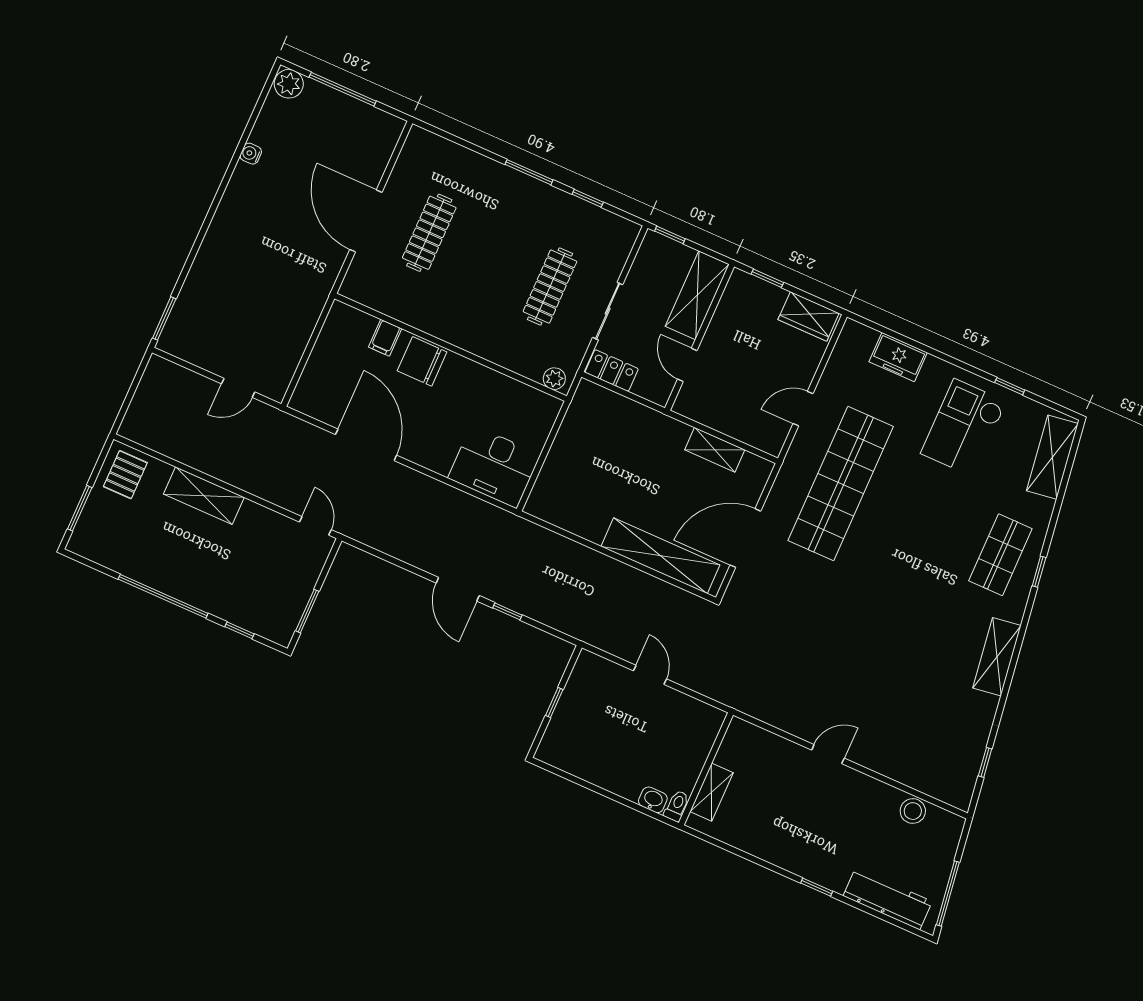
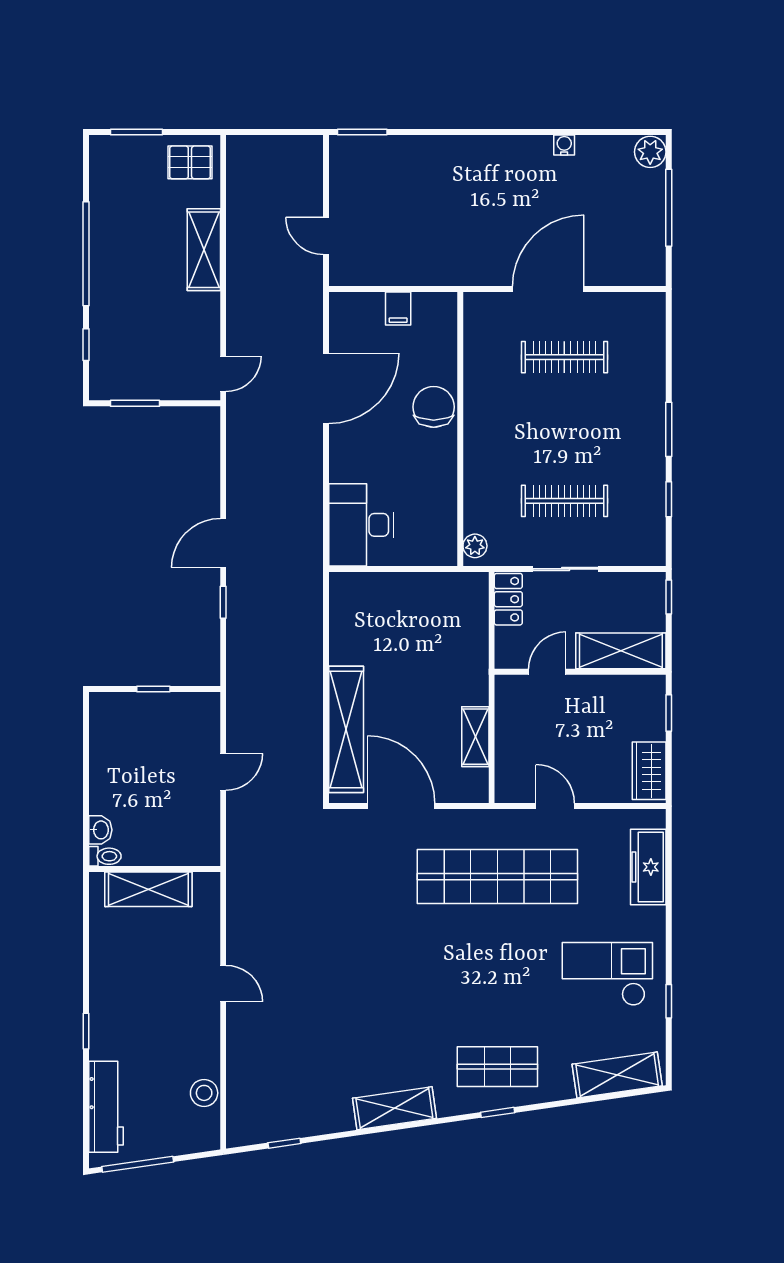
filing cabinet: (385, 338) -> (398, 309), moved, turned -90
freezer: (898, 357) -> (648, 867), width x1.40
shelving: (712, 792) -> (148, 889), width x1.50, depth x1.33

